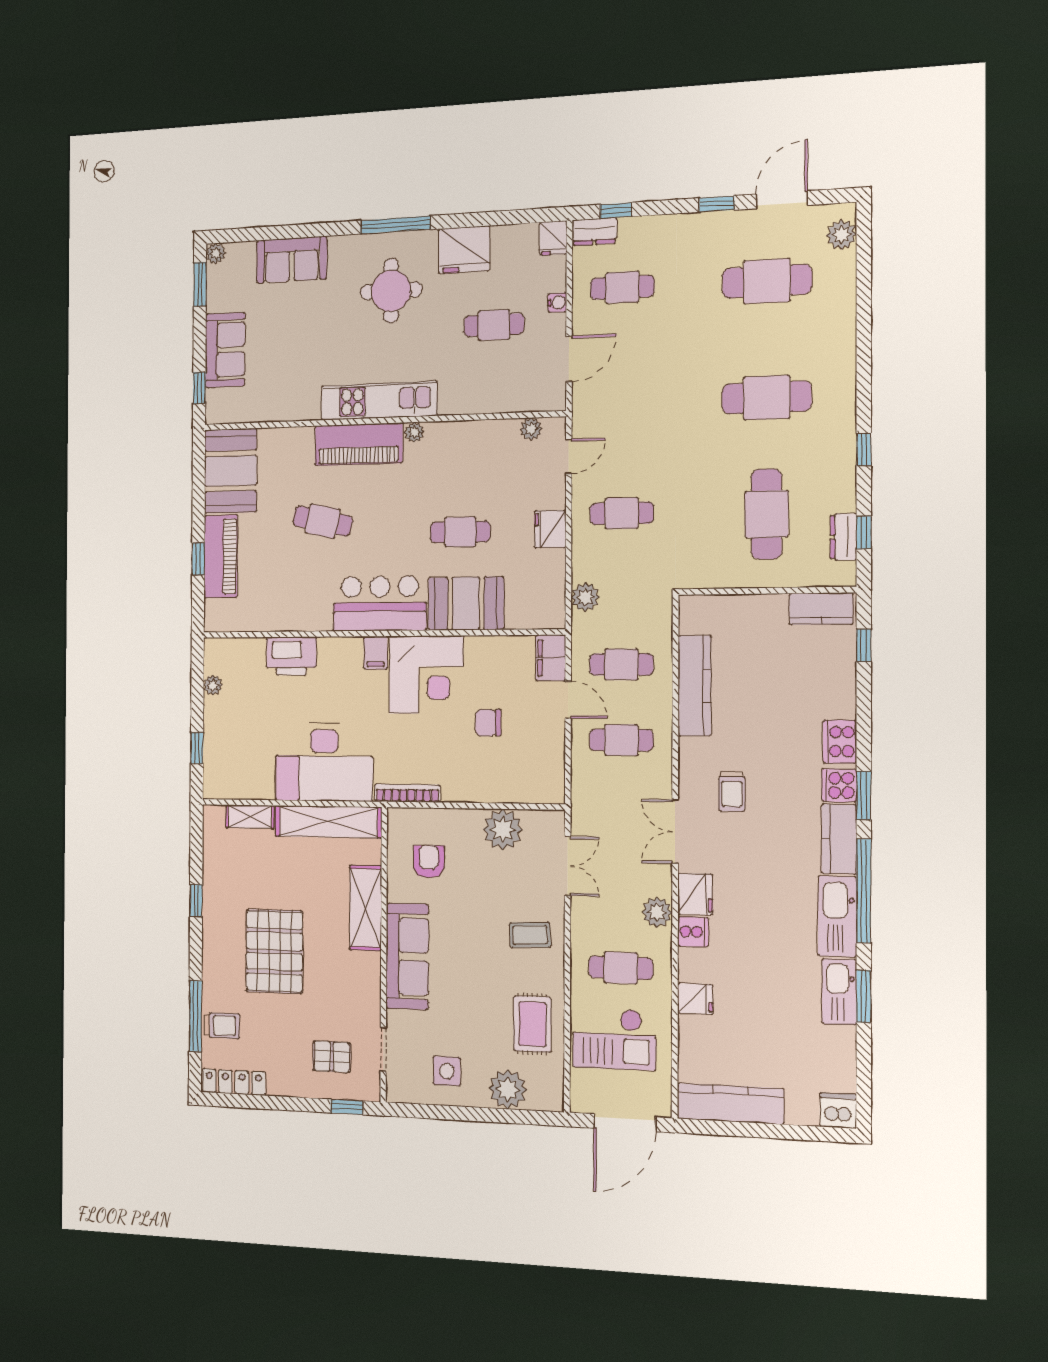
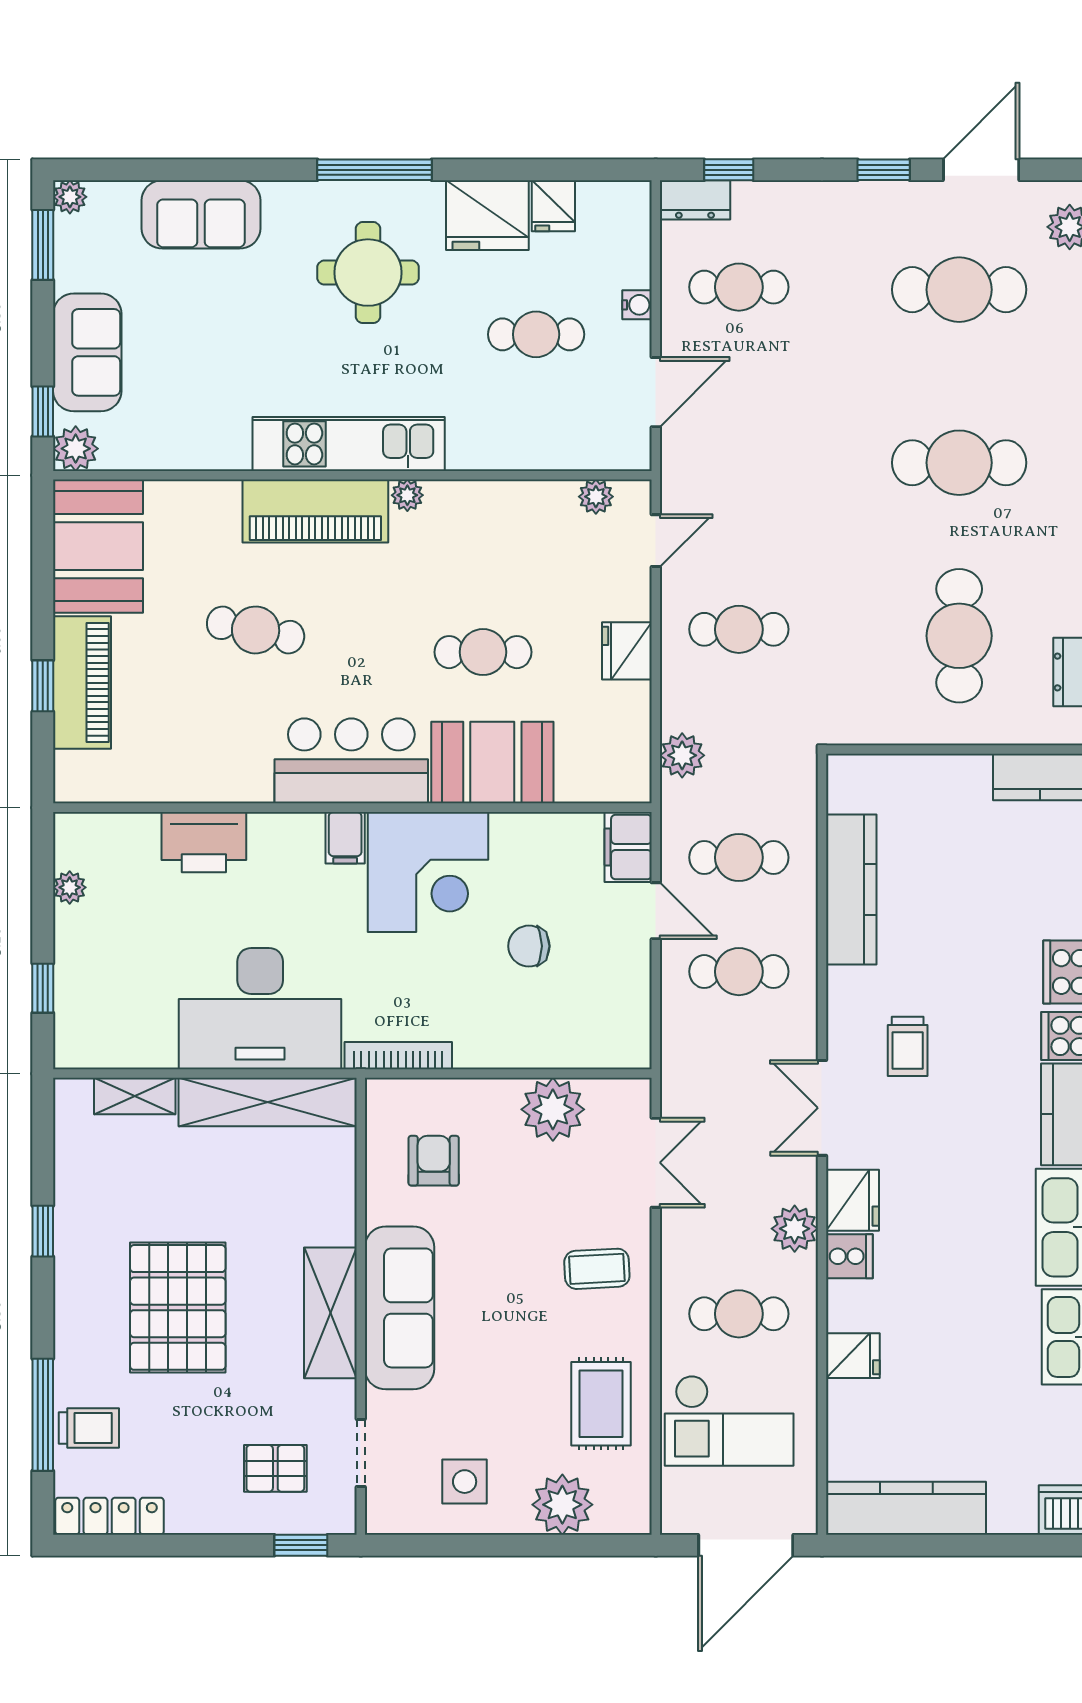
fridge: (553, 238) -> (553, 206), moved
plant: (218, 410) -> (76, 449), added
shelving: (366, 908) -> (330, 1313), moved

